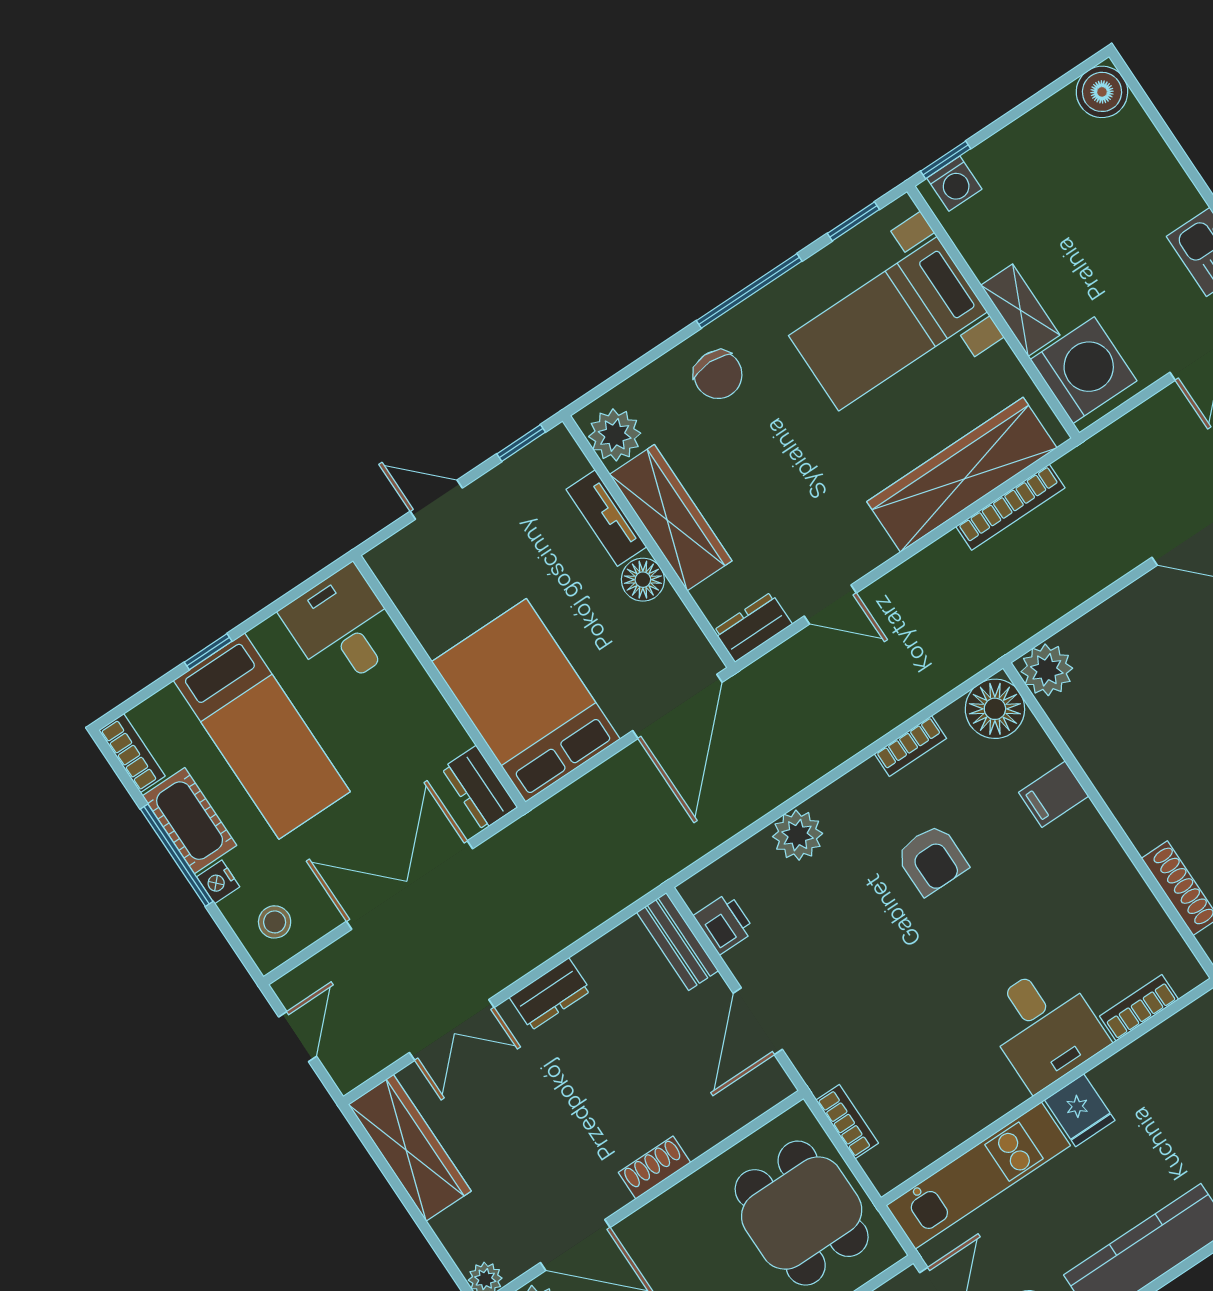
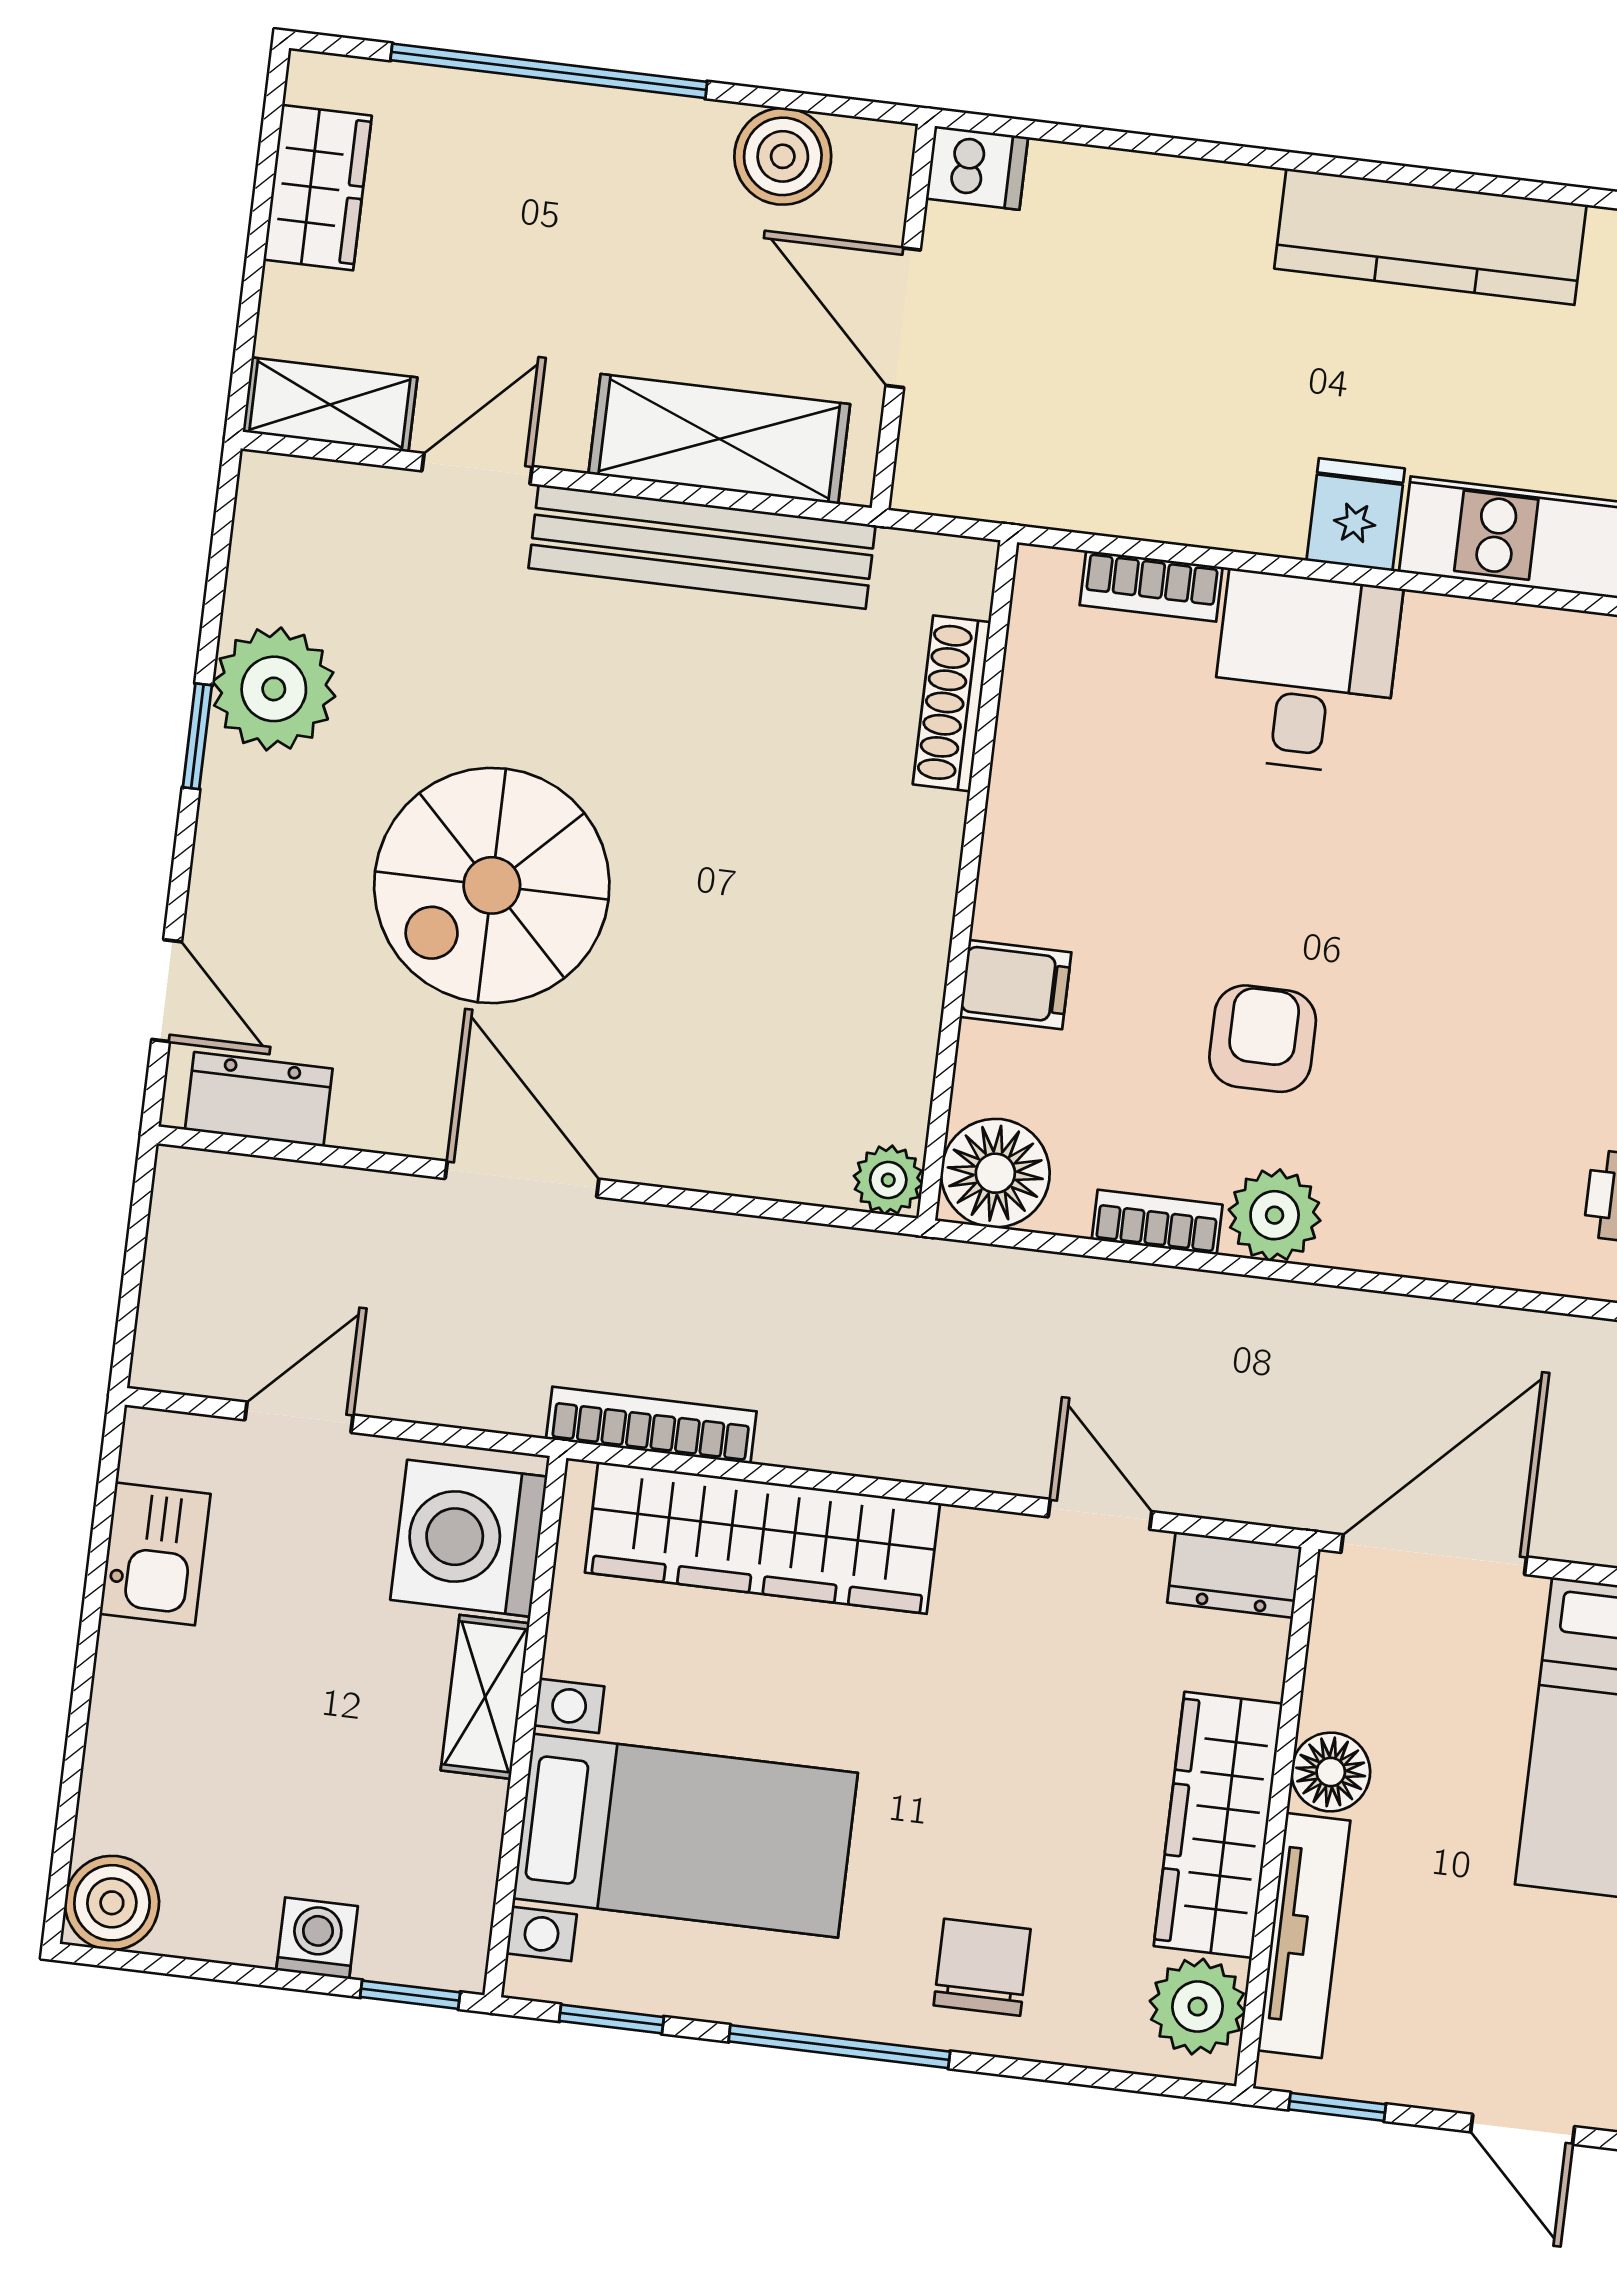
washing machine: (954, 184) -> (317, 1938), moved
bookcase: (1010, 507) -> (651, 1425), moved
tv unit: (606, 518) -> (1304, 1935), width x1.41
plant: (1047, 670) -> (888, 1180), width x0.73, depth x0.73
plant: (798, 835) -> (1275, 1215), moved

